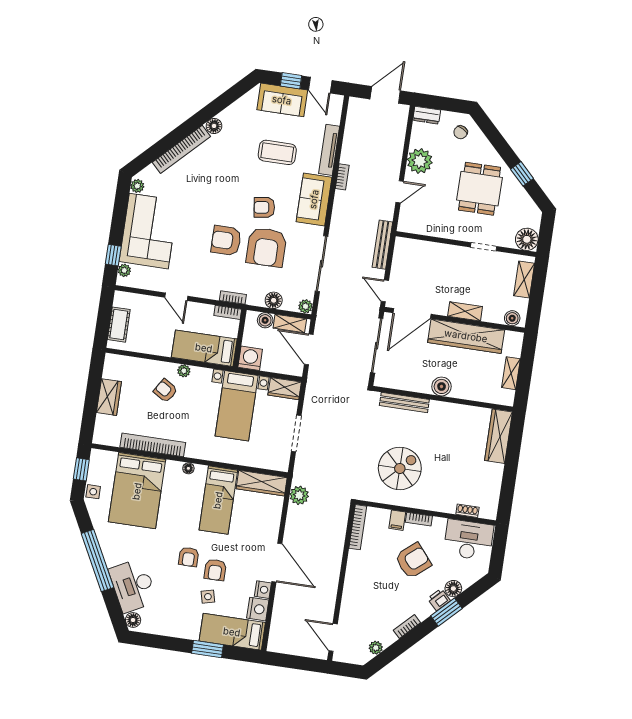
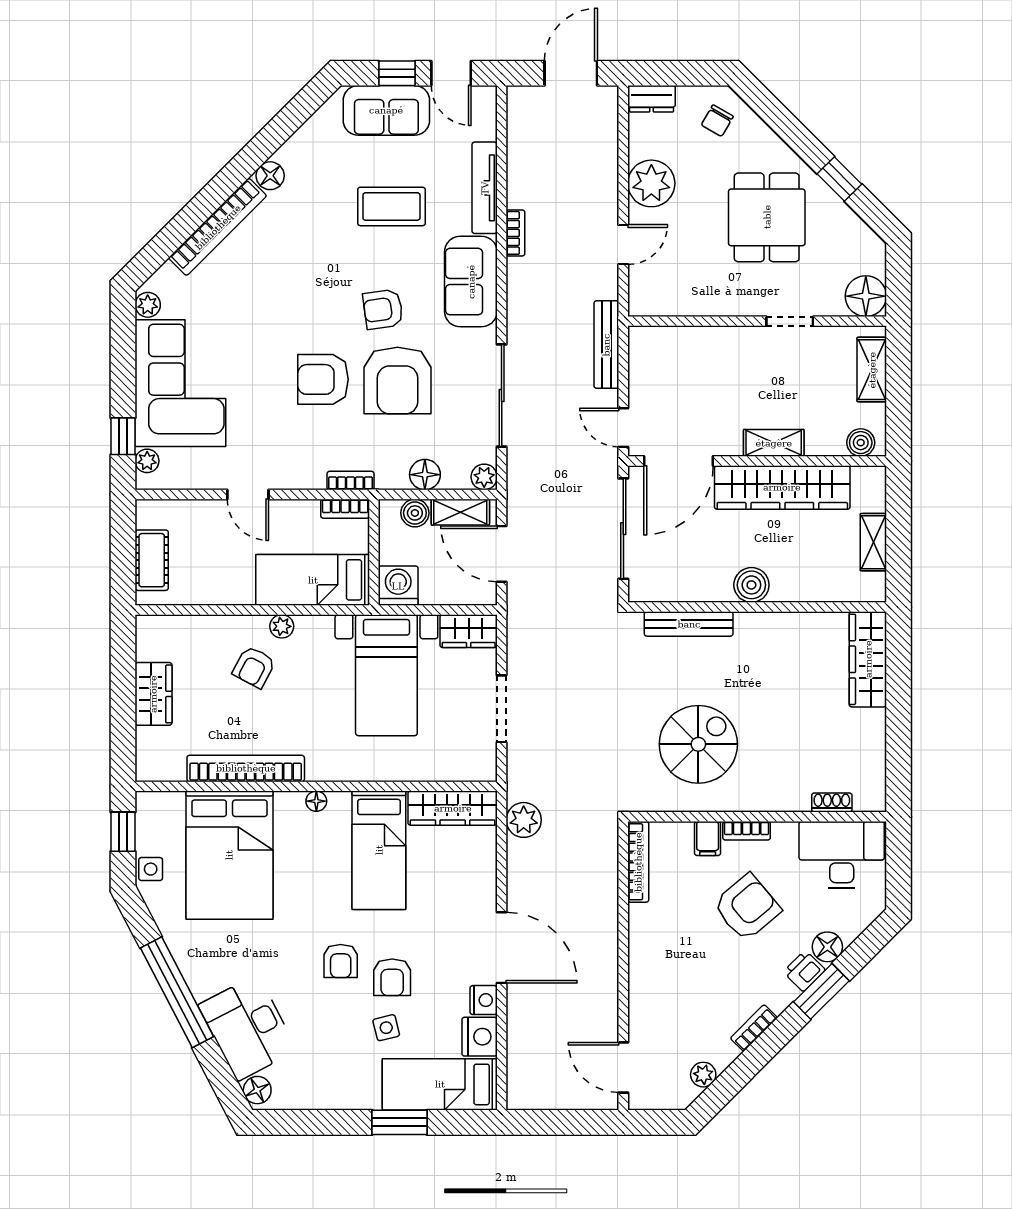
armchair: (165, 391) -> (254, 667), turned -94

